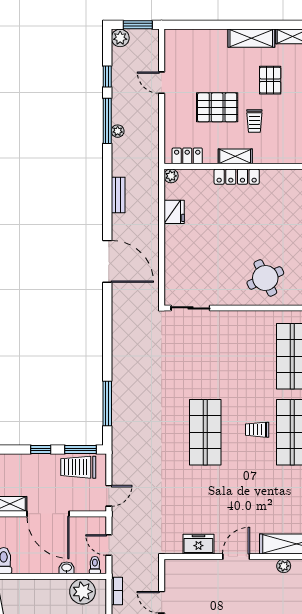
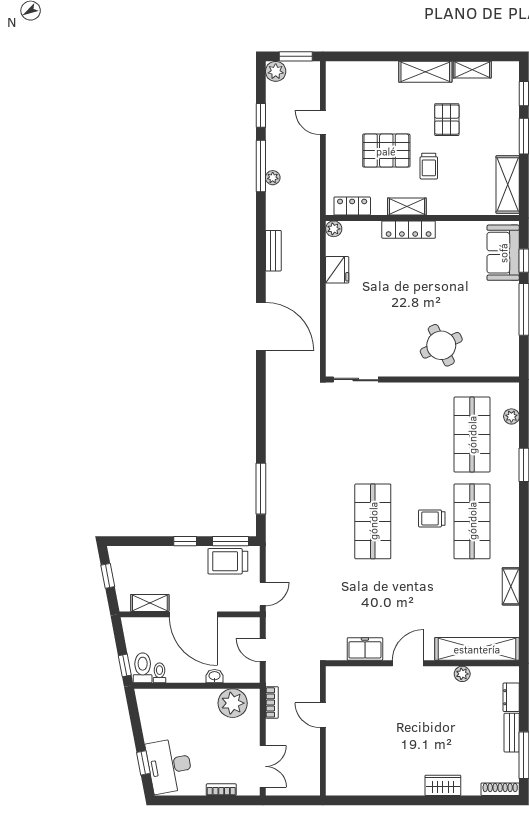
toilet: (95, 565) -> (159, 673), moved

